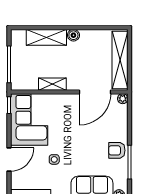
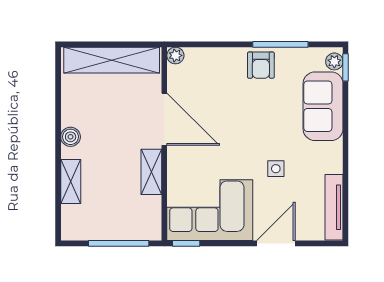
shelving: (46, 37) -> (71, 182), width x0.67, depth x0.75
door: (95, 92) -> (164, 119), moved
door: (9, 159) -> (276, 243), hinge flipped

